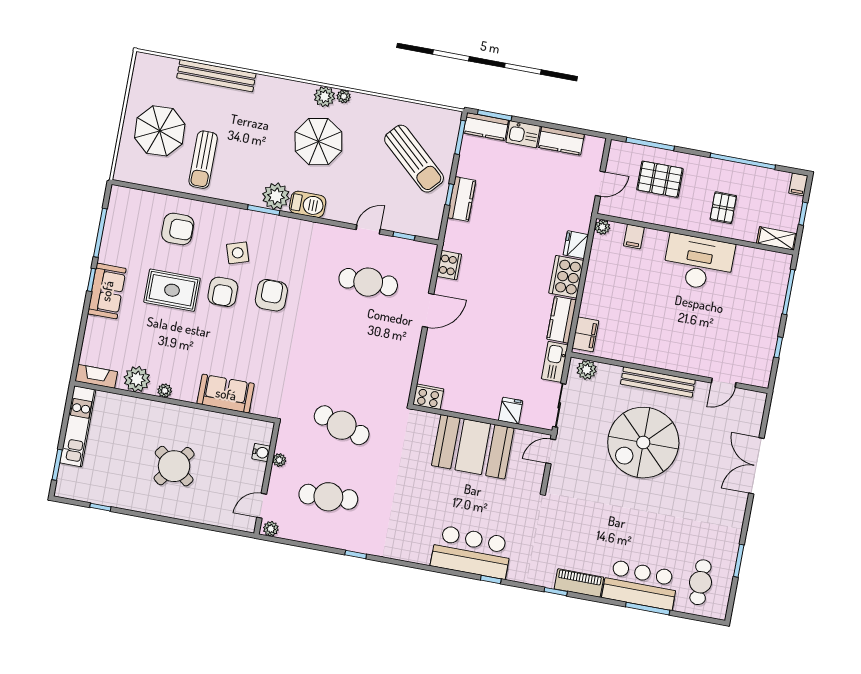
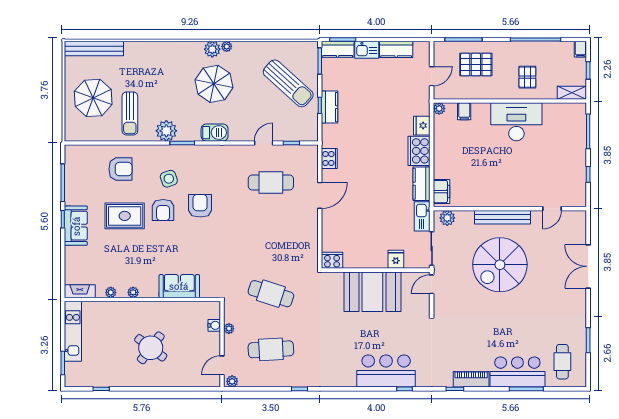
bench: (216, 76) -> (94, 49), moved
plant: (276, 196) -> (166, 131), moved
plant: (137, 379) -> (111, 292), width x0.53, depth x0.53

